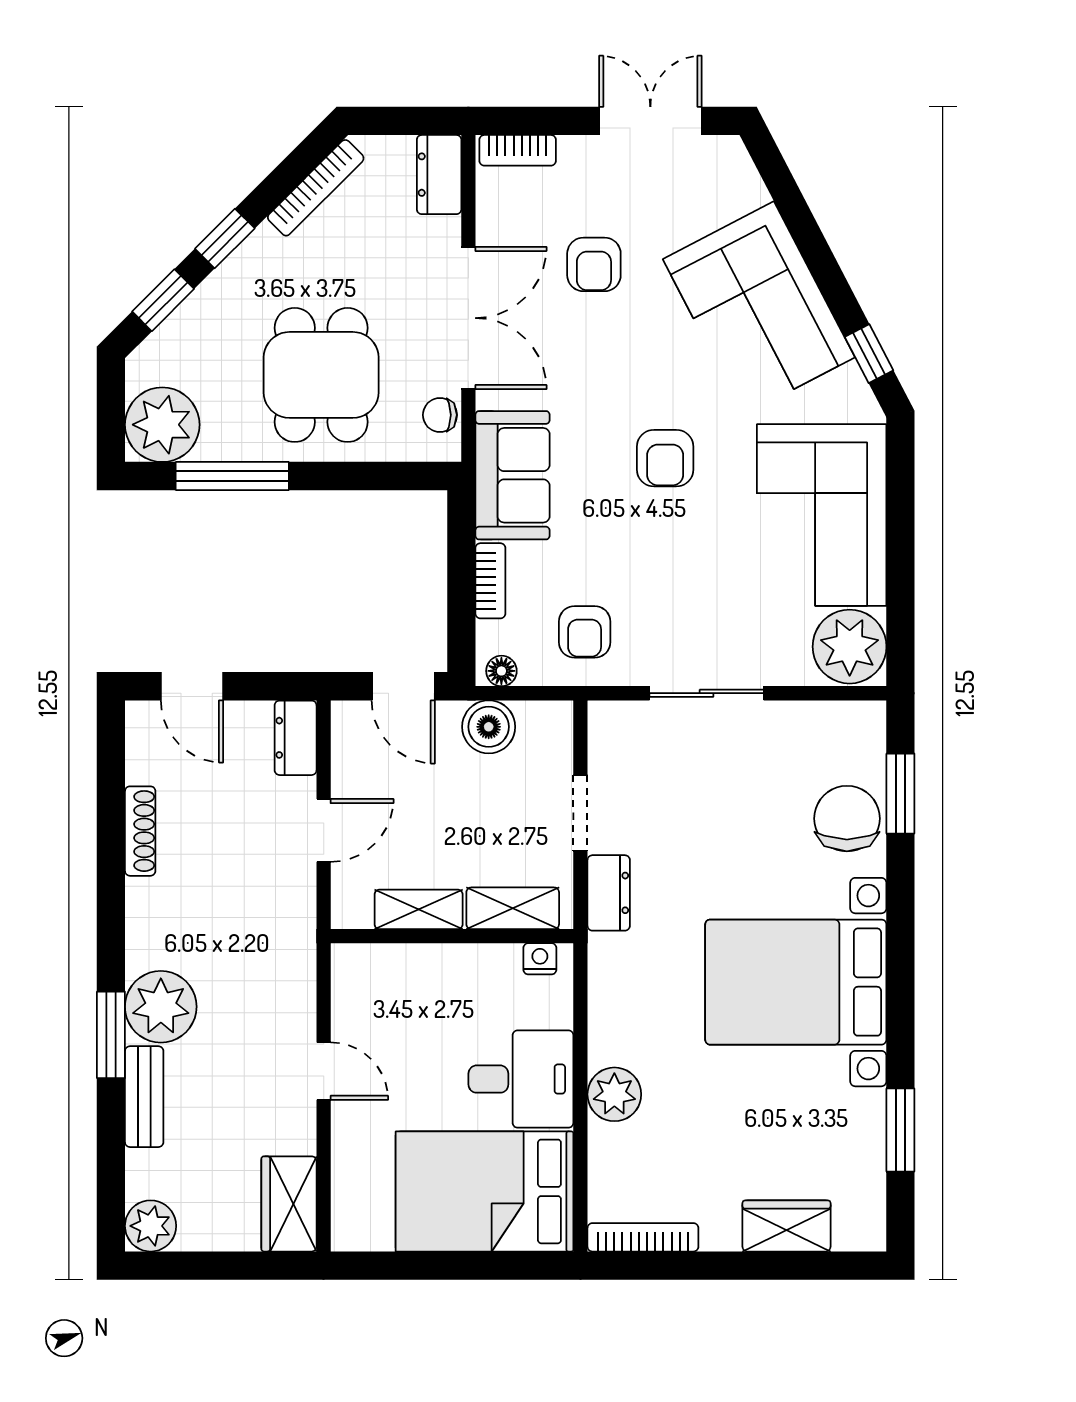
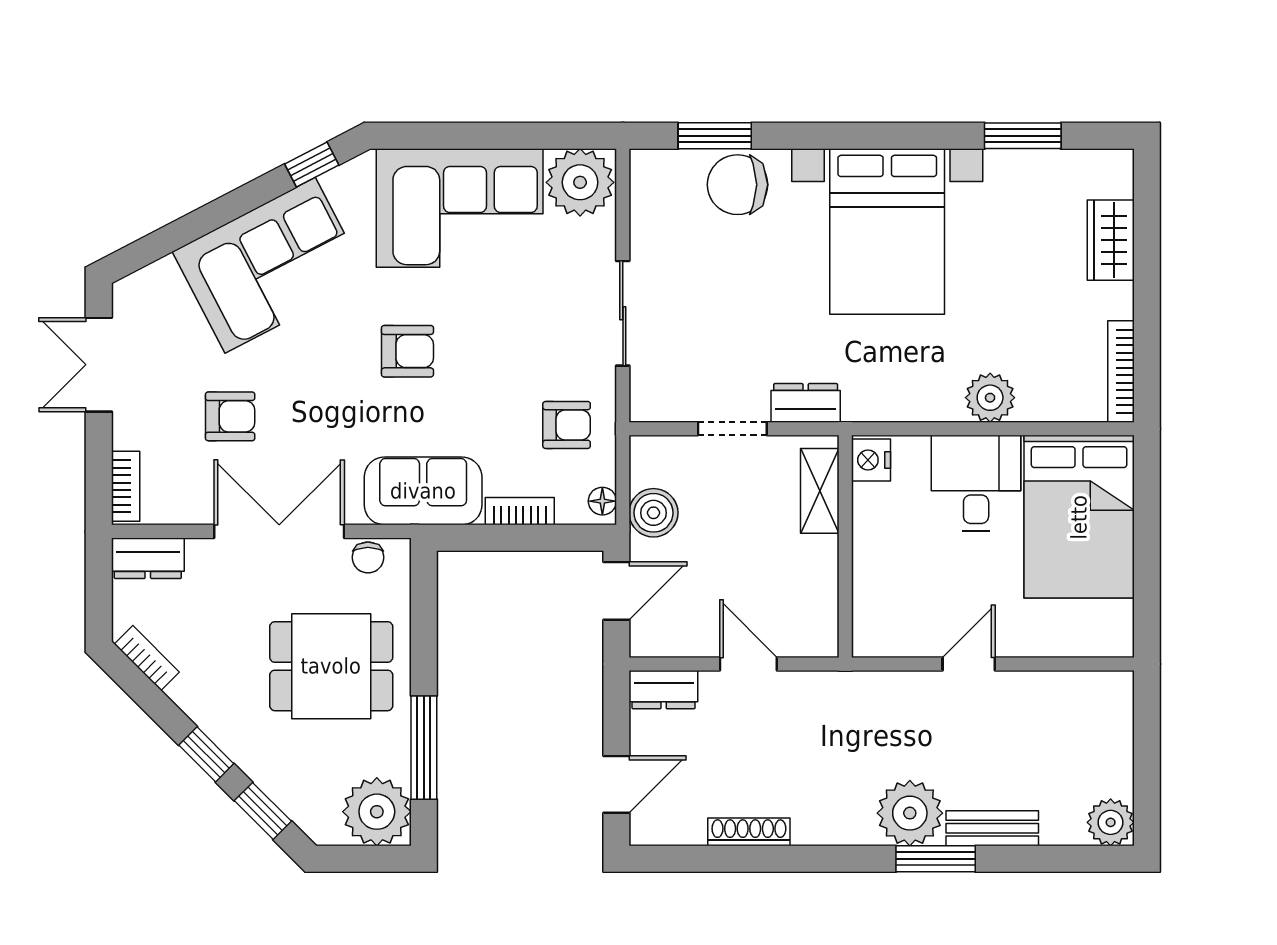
bookcase: (316, 188) -> (147, 658), width x0.64
shelving: (419, 909) -> (821, 577), removed
nightstand: (540, 959) -> (871, 460), width x1.39, depth x1.35
wardrobe: (289, 1204) -> (1090, 696), removed

